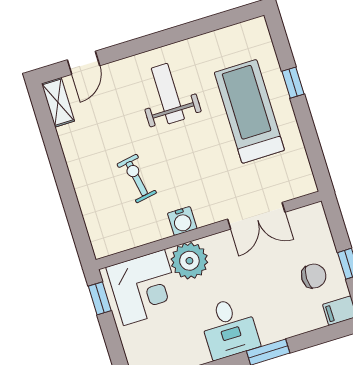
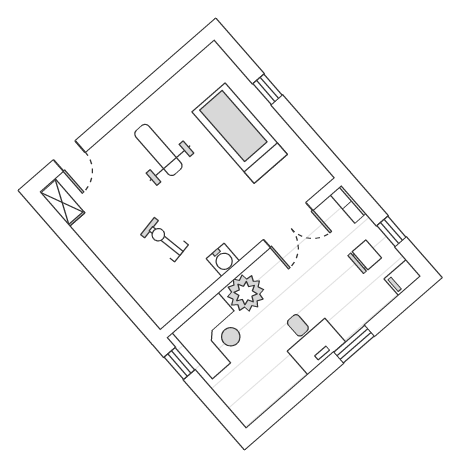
bookcase: (320, 221) -> (348, 204), added

